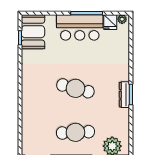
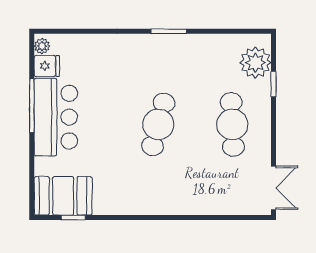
dresser: (124, 95) -> (169, 42), removed

